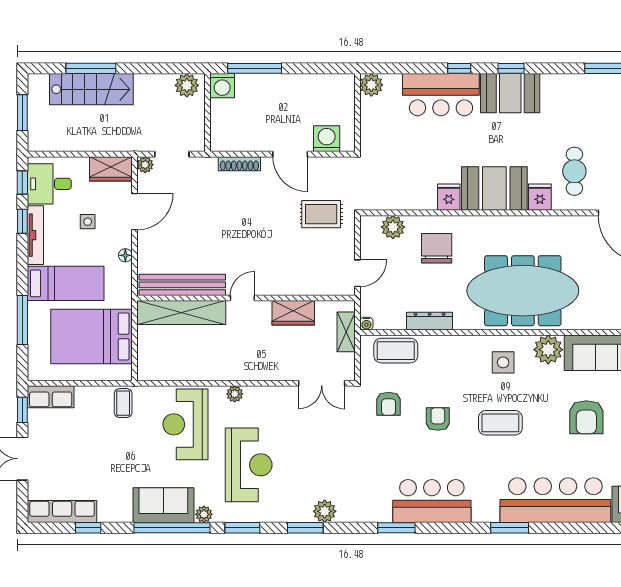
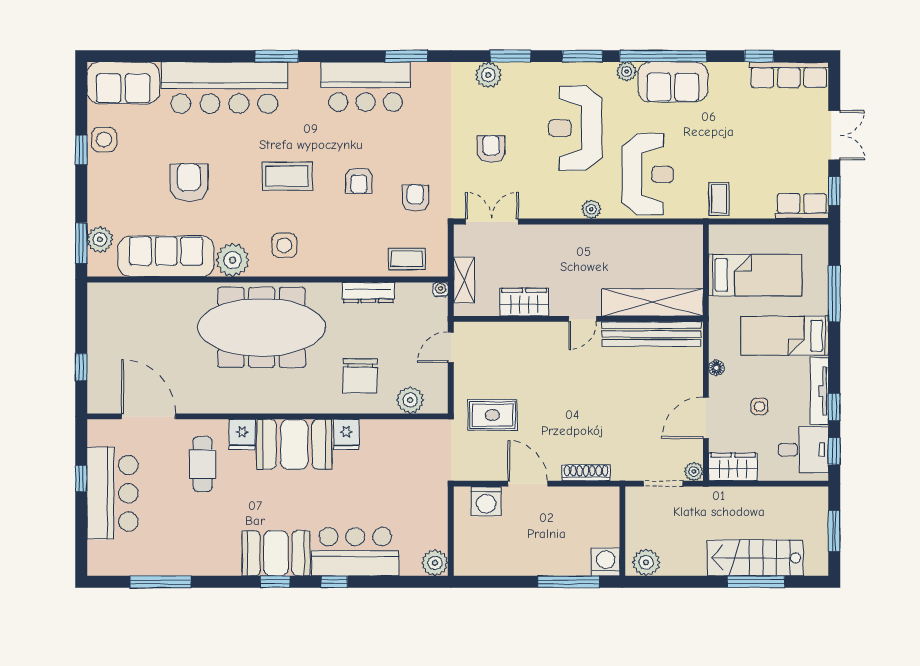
bed: (92, 336) -> (755, 275), width x0.67
coffee table: (396, 351) -> (407, 259), width x0.73, depth x0.77
armchair: (322, 447) -> (491, 149), added

